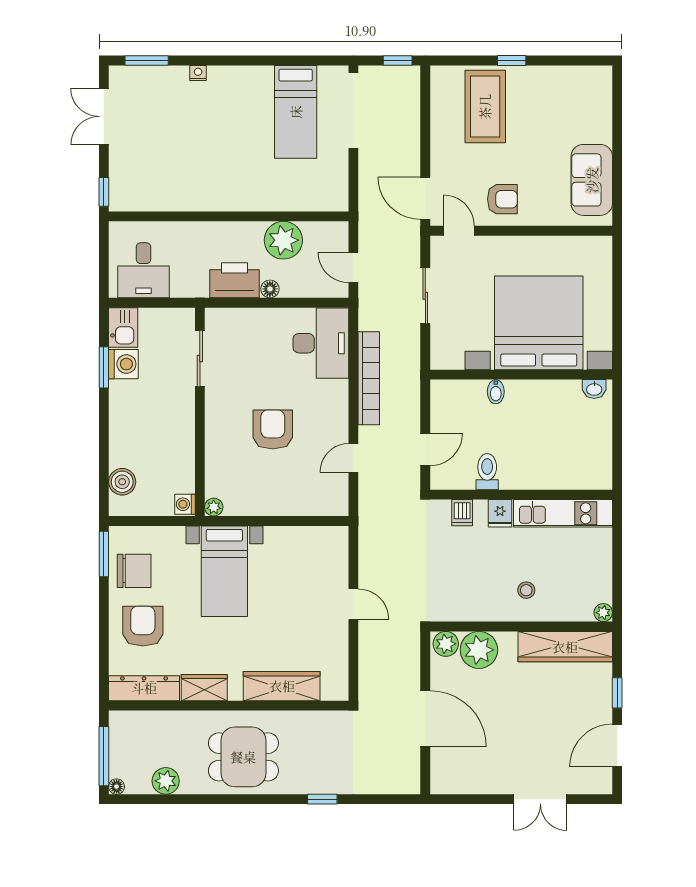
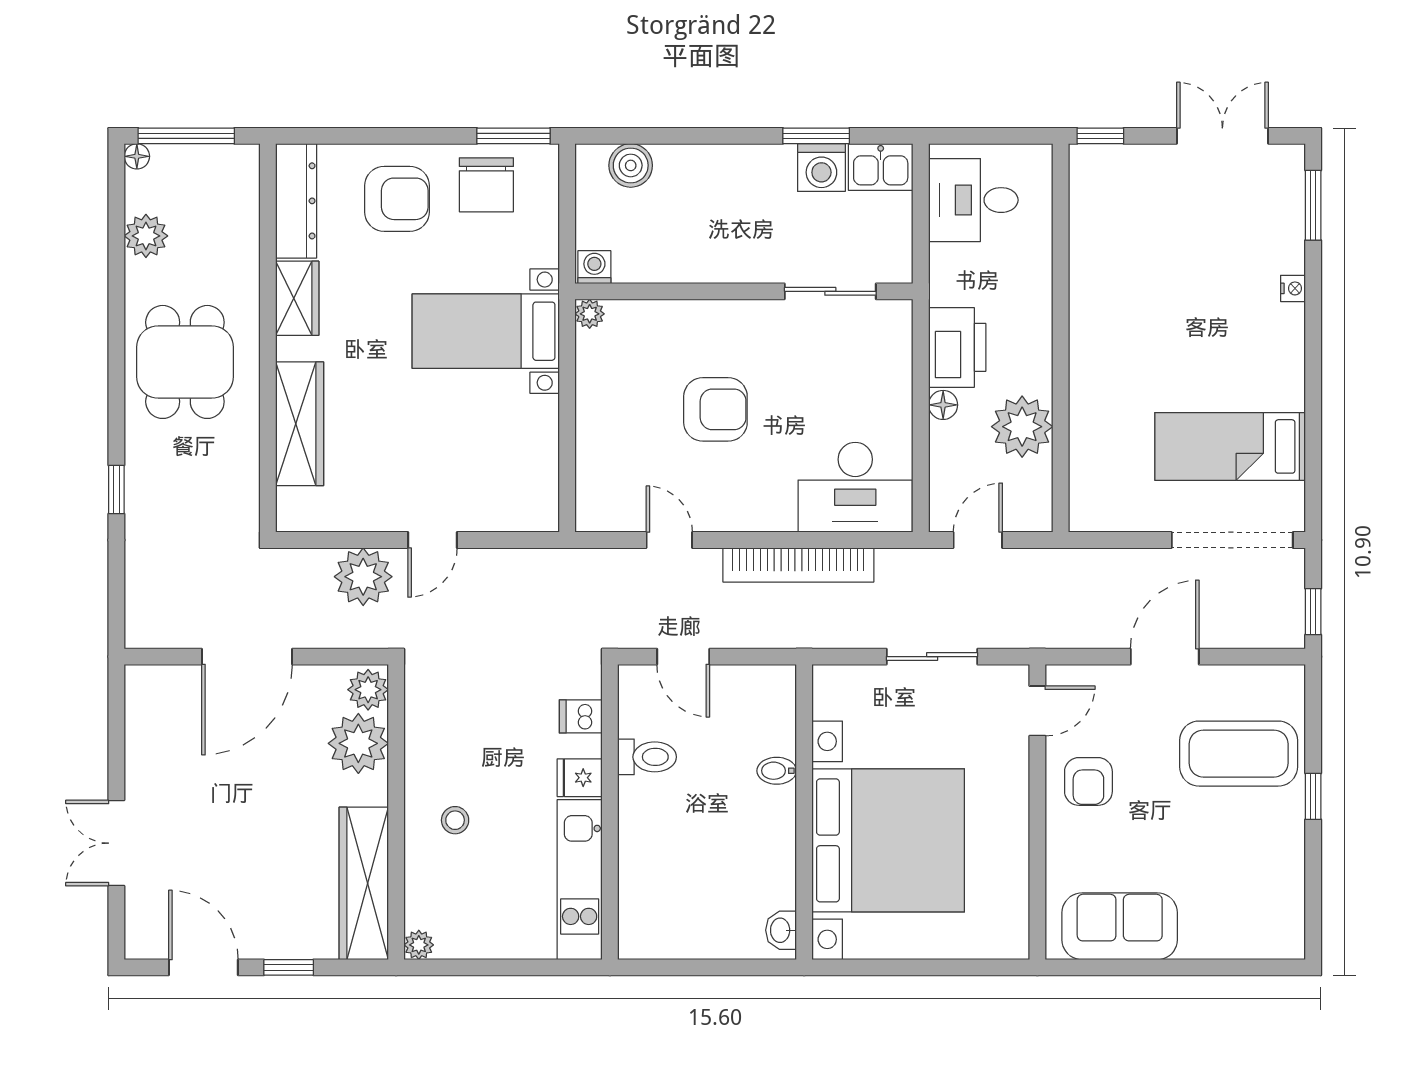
door: (425, 198) -> (1165, 657), moved
plant: (376, 647) -> (363, 577), added

